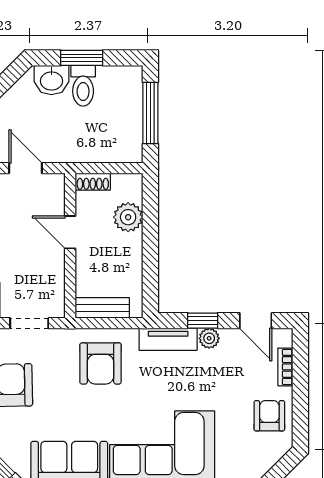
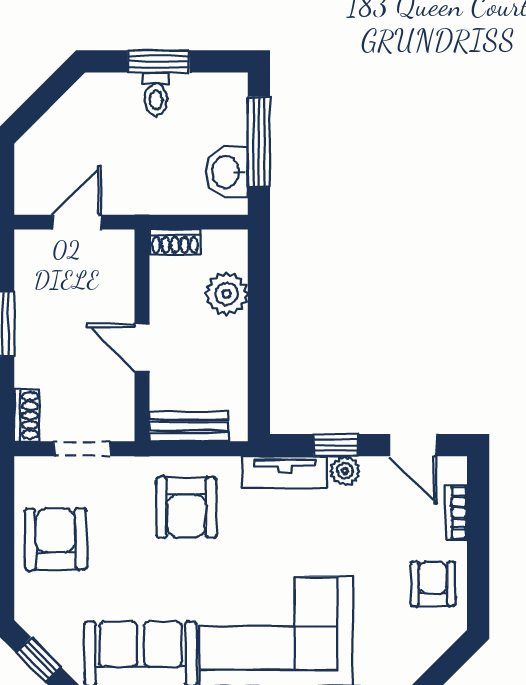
washbasin: (51, 80) -> (227, 172), moved, turned 90
toilet: (83, 86) -> (156, 94), width x0.73, depth x0.72
door: (26, 168) -> (77, 222), hinge flipped
door: (70, 232) -> (142, 348), moved

